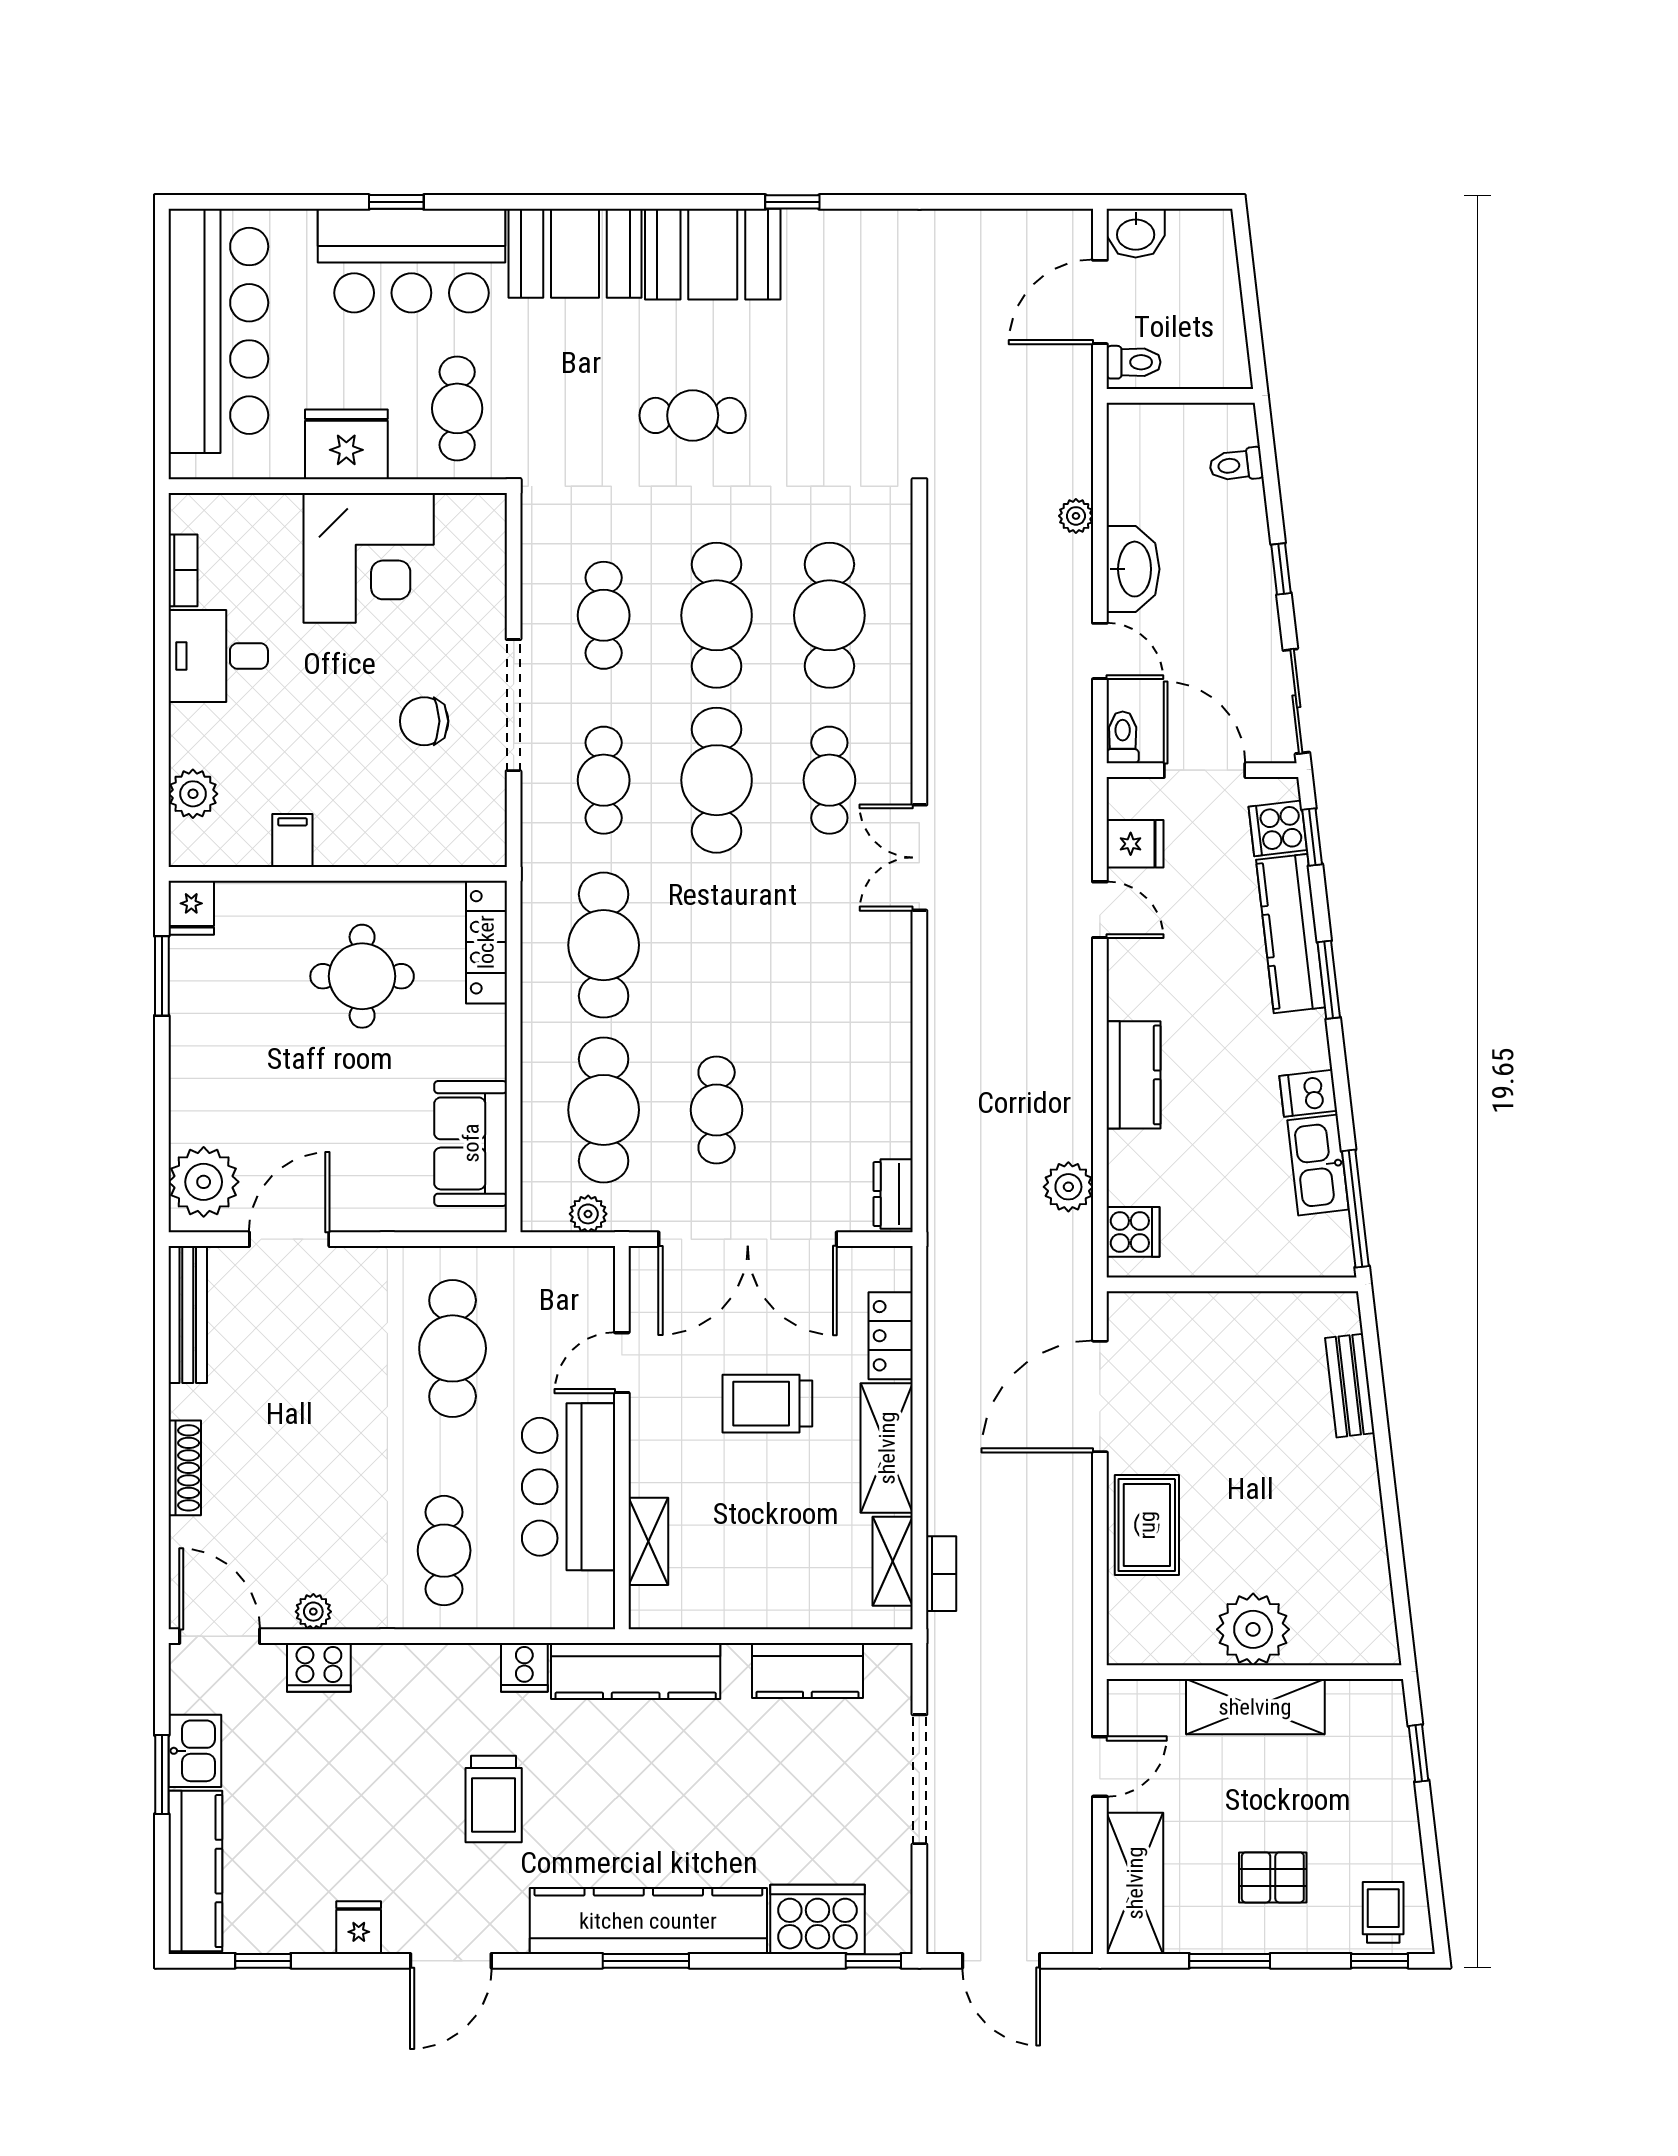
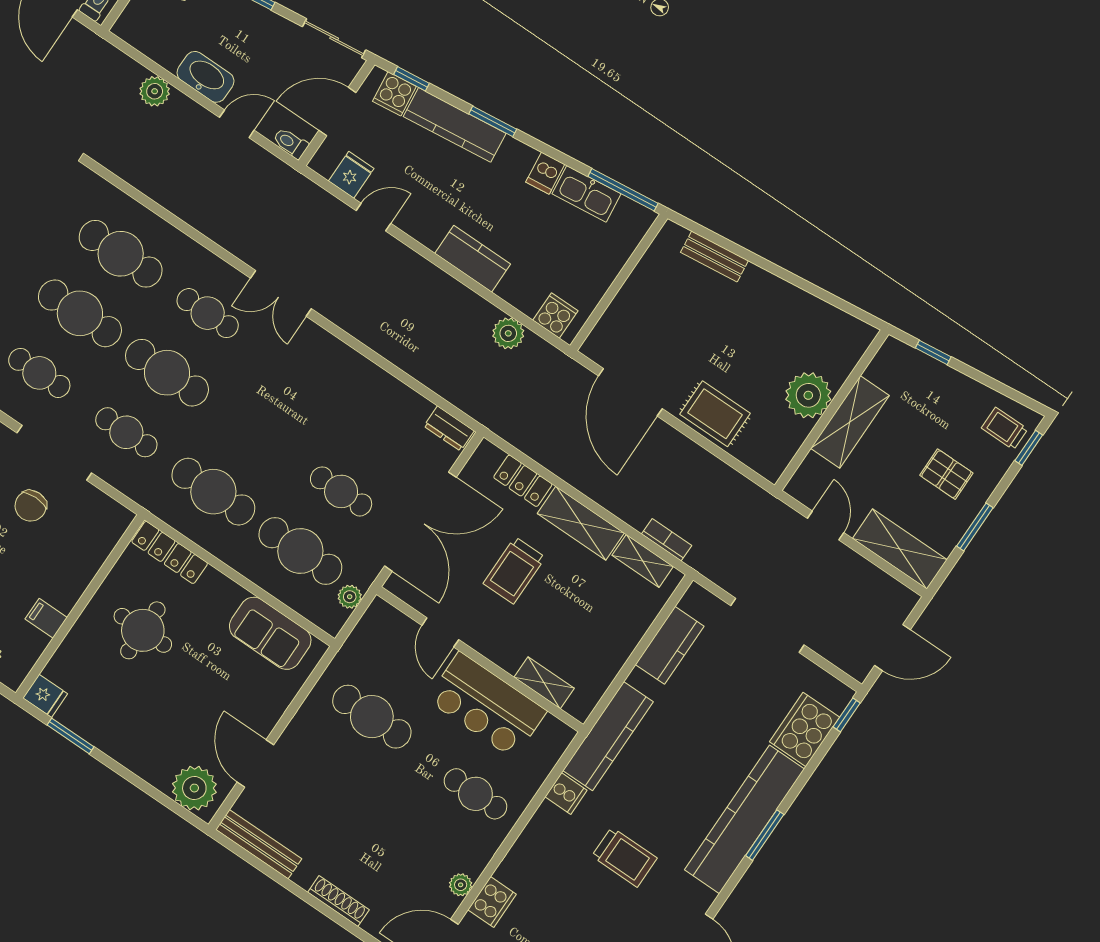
plant: (1076, 516) -> (155, 91), width x1.38, depth x1.38
pallet: (1273, 1877) -> (946, 474), turned 90

